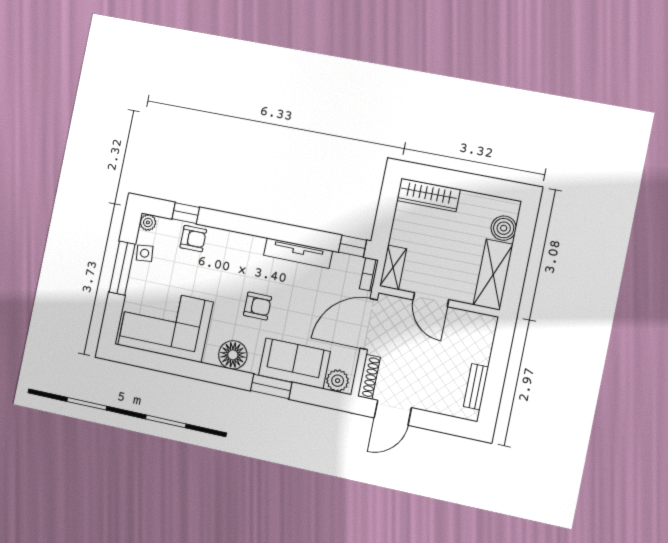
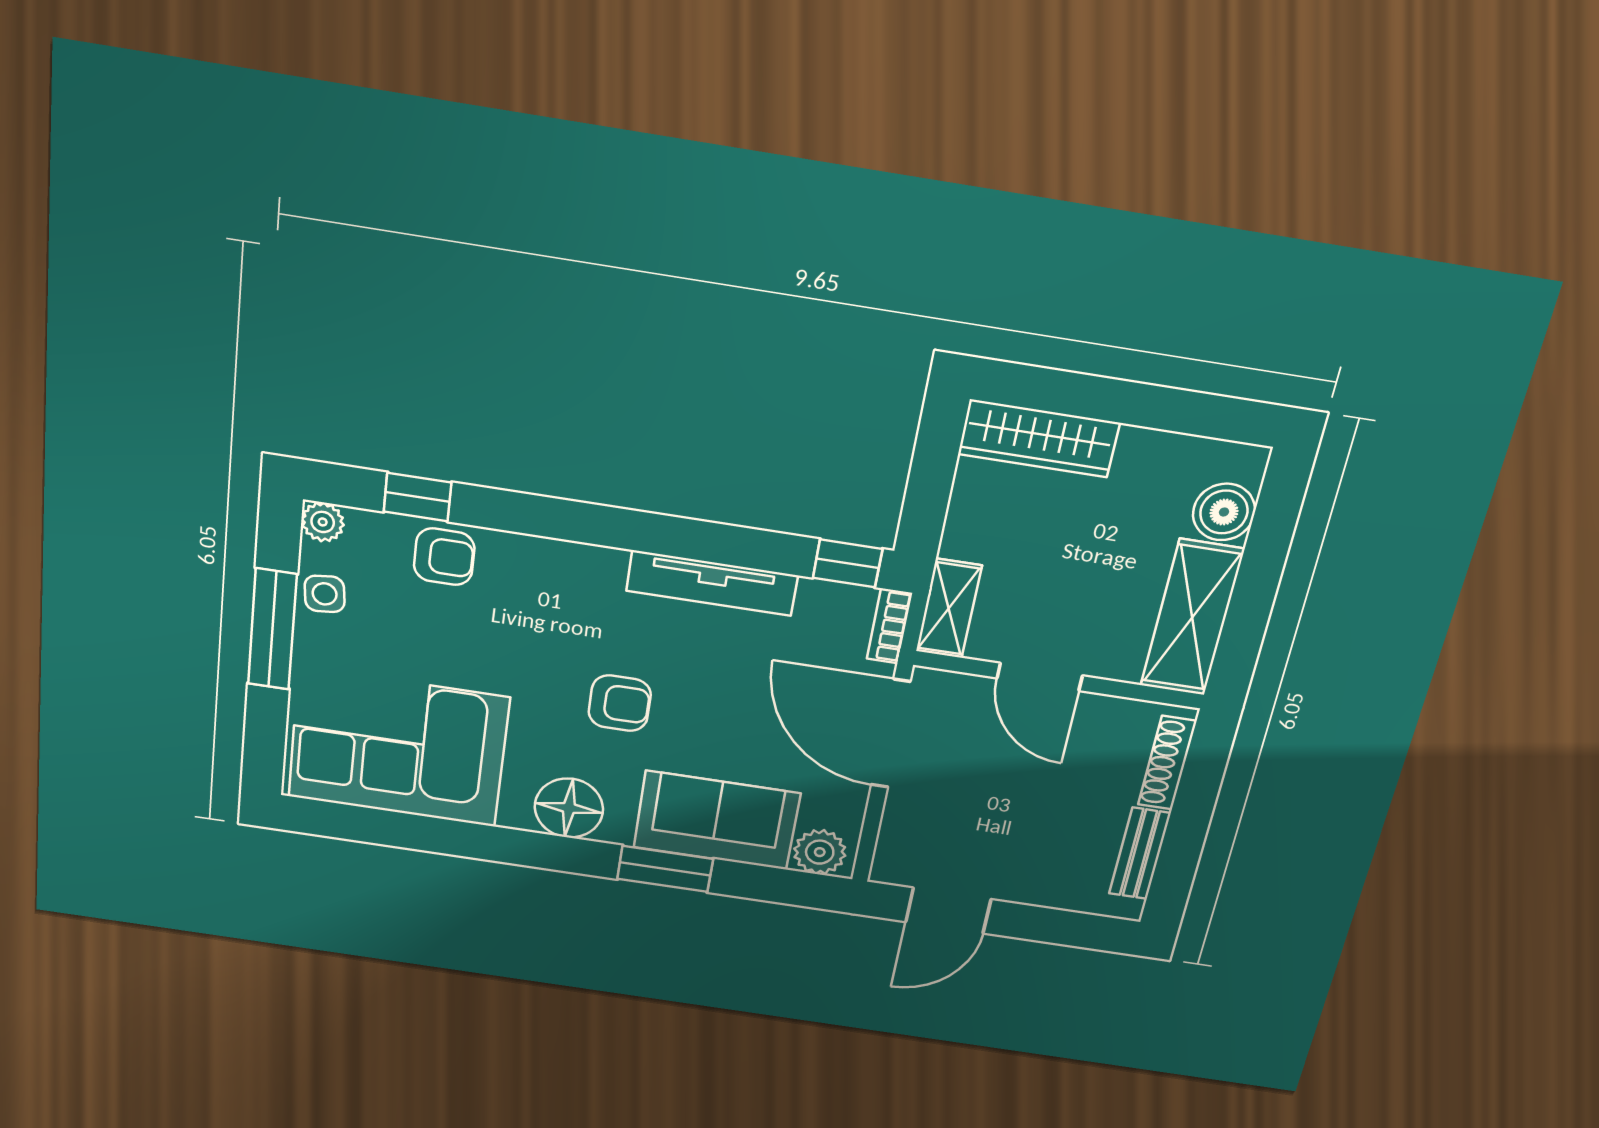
door: (369, 324) -> (891, 734), hinge flipped
shoe rack: (369, 377) -> (1167, 763), moved, turned 180

